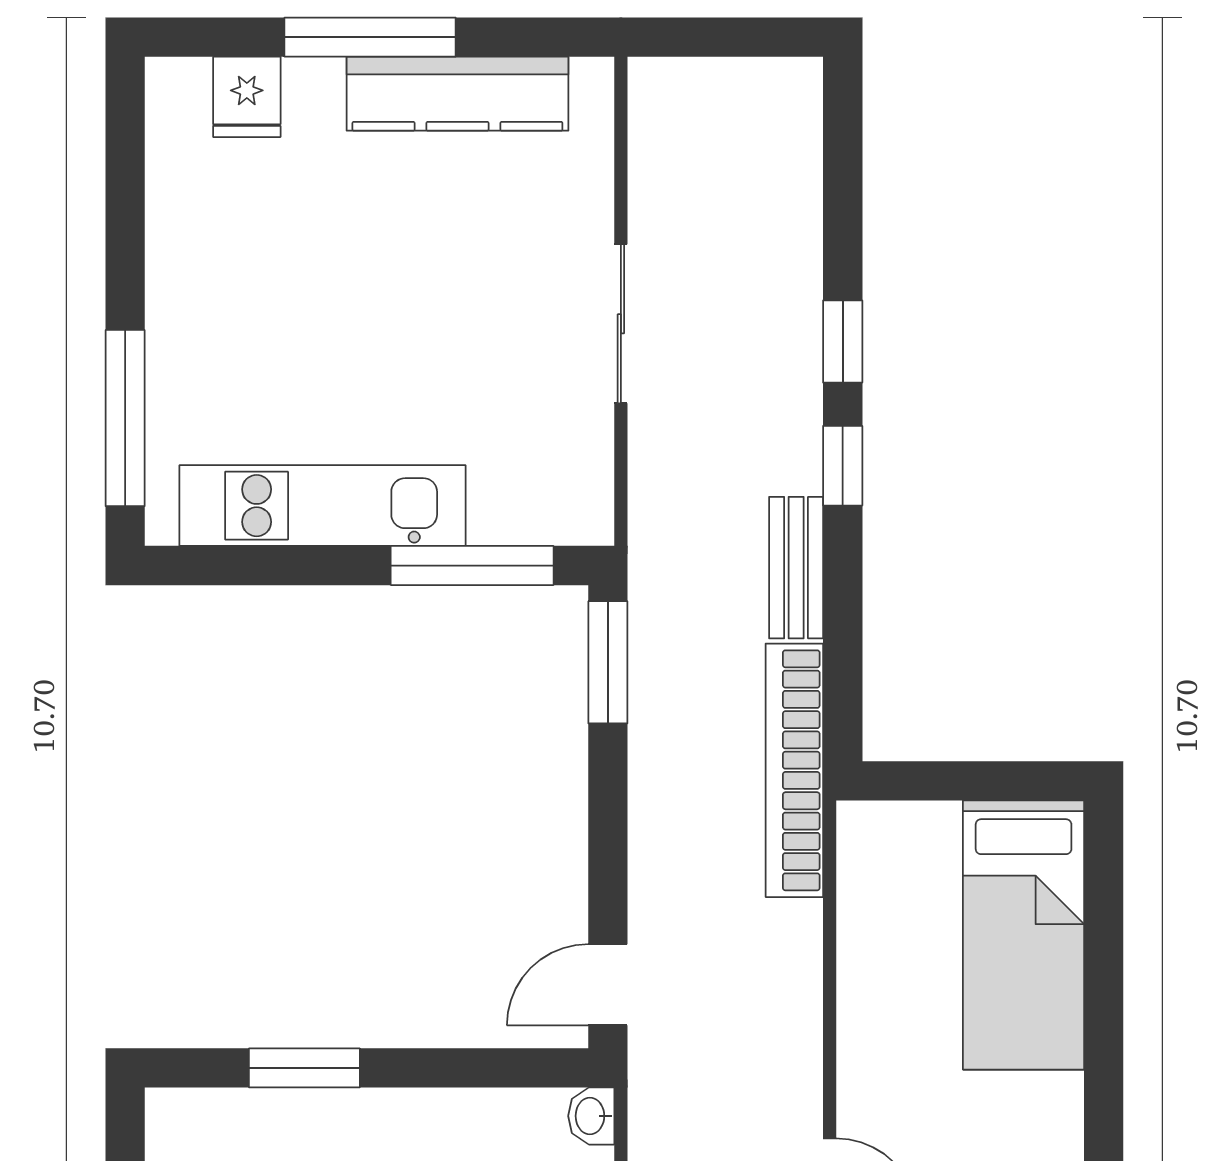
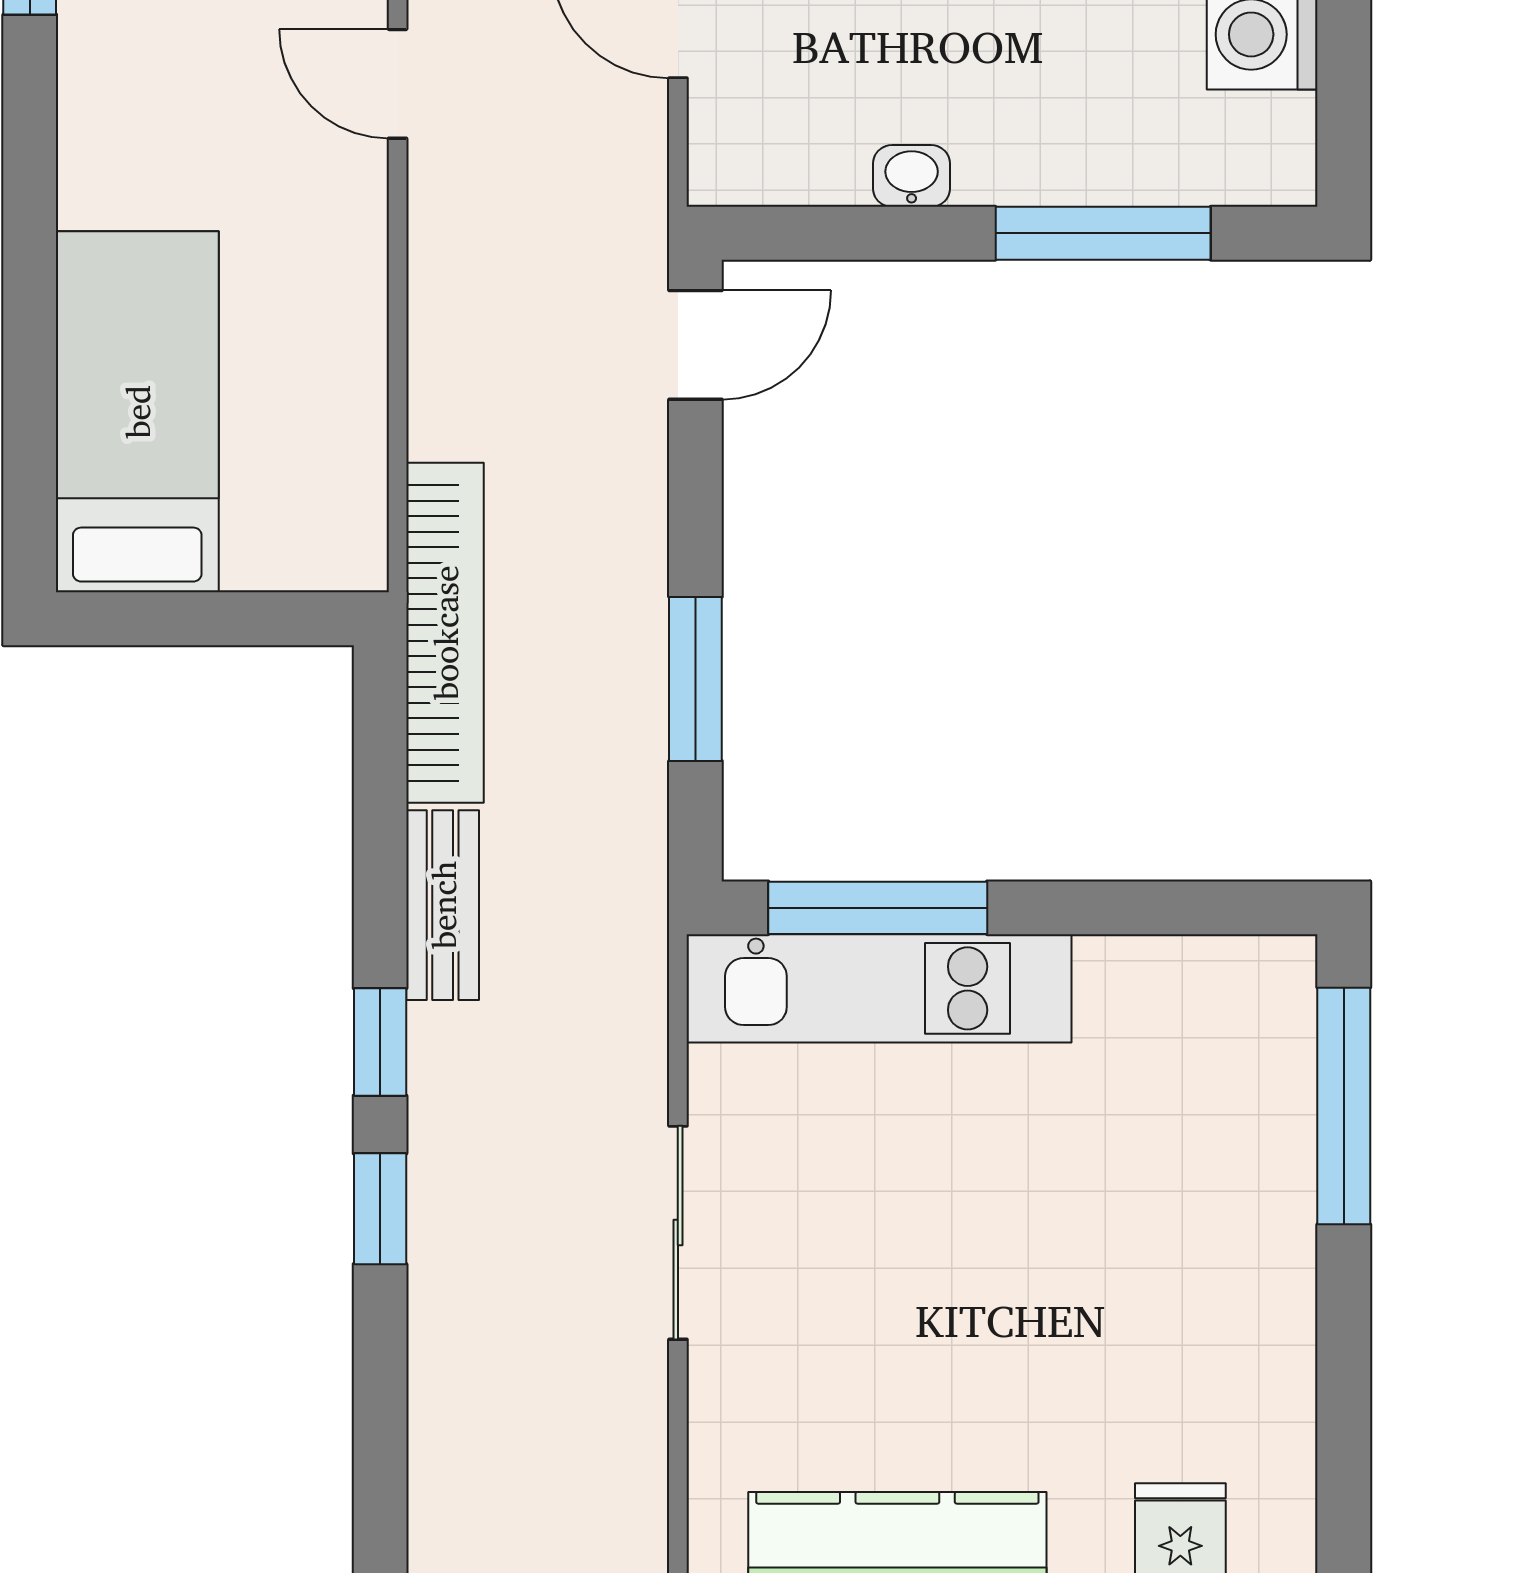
kitchen unit: (322, 506) -> (879, 988), moved
window: (608, 662) -> (695, 679), moved
window: (304, 1068) -> (1103, 233), width x1.44
washbasin: (591, 1116) -> (912, 176), moved, turned -90

